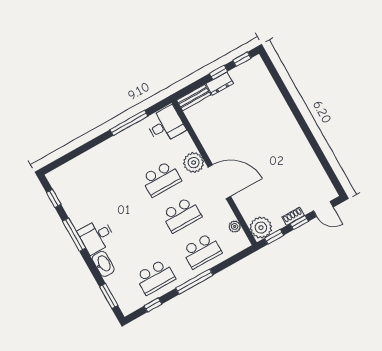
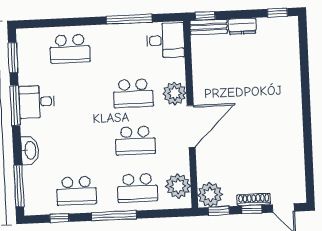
window: (219, 72) -> (205, 16), moved
school desk: (94, 169) -> (70, 49), added
door: (219, 182) -> (191, 126), hinge flipped
window: (54, 198) -> (13, 58), width x1.50
shoe rack: (293, 216) -> (254, 200), width x1.43
plant: (235, 226) -> (178, 186), width x1.88, depth x1.88
desk: (97, 236) -> (37, 102), moved
window: (109, 296) -> (19, 186), width x1.44

